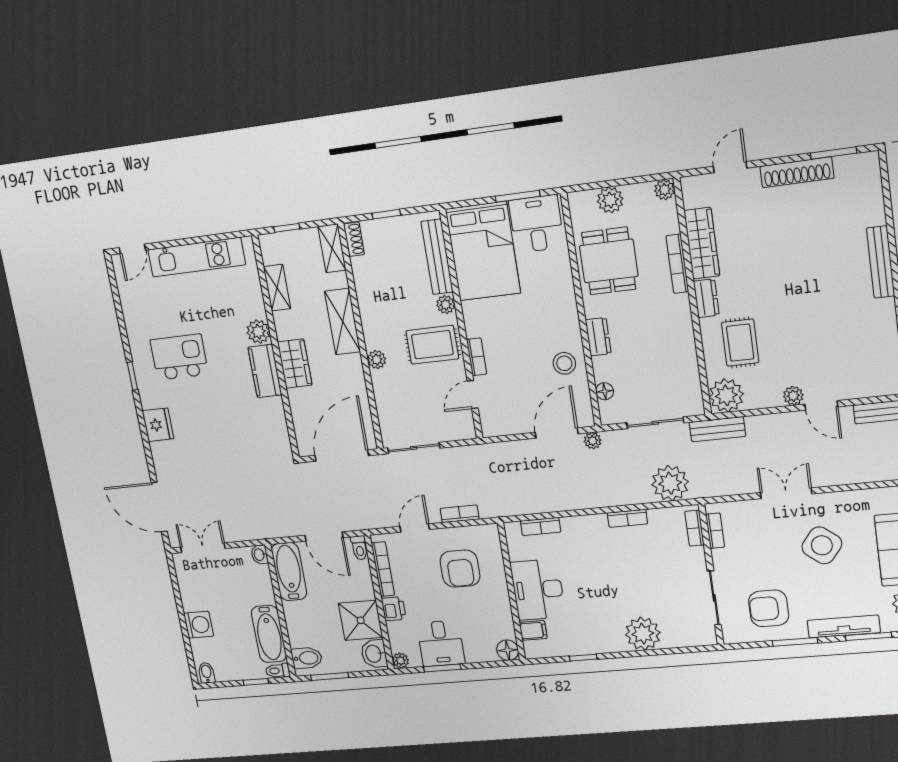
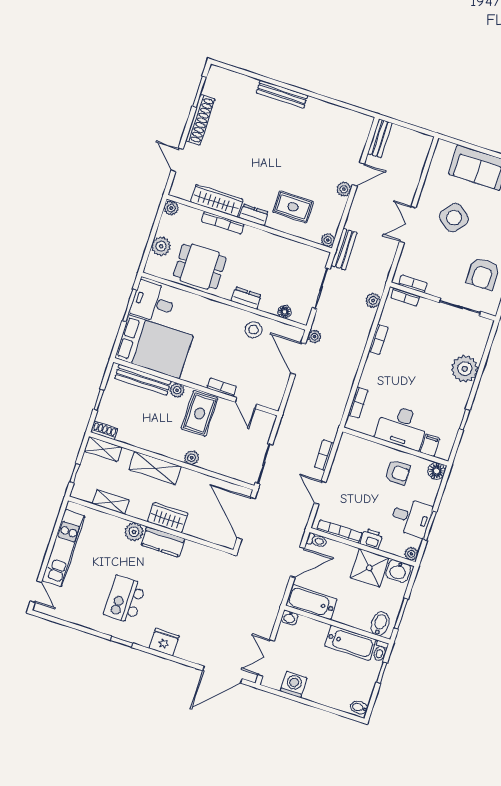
plant: (726, 395) -> (328, 240), width x0.53, depth x0.53
plant: (670, 483) -> (373, 300), width x0.53, depth x0.53
armchair: (460, 569) -> (398, 472), moved, width x0.72, depth x0.72
washing machine: (199, 625) -> (294, 684), moved

